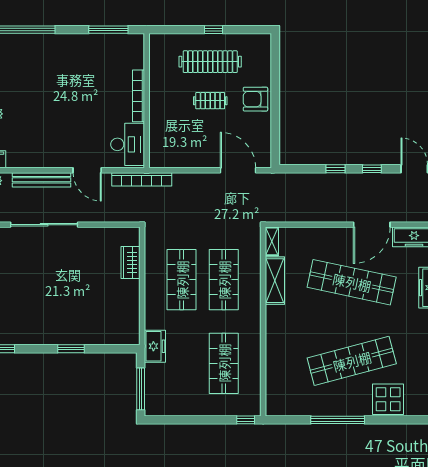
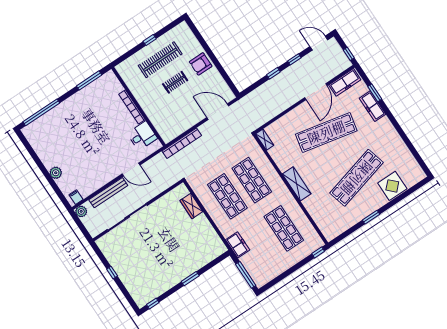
desk: (128, 144) -> (142, 136), width x0.73
bookcase: (142, 179) -> (182, 143), moved
shelving: (275, 281) -> (297, 184), moved
window: (338, 420) -> (371, 217), width x0.47

